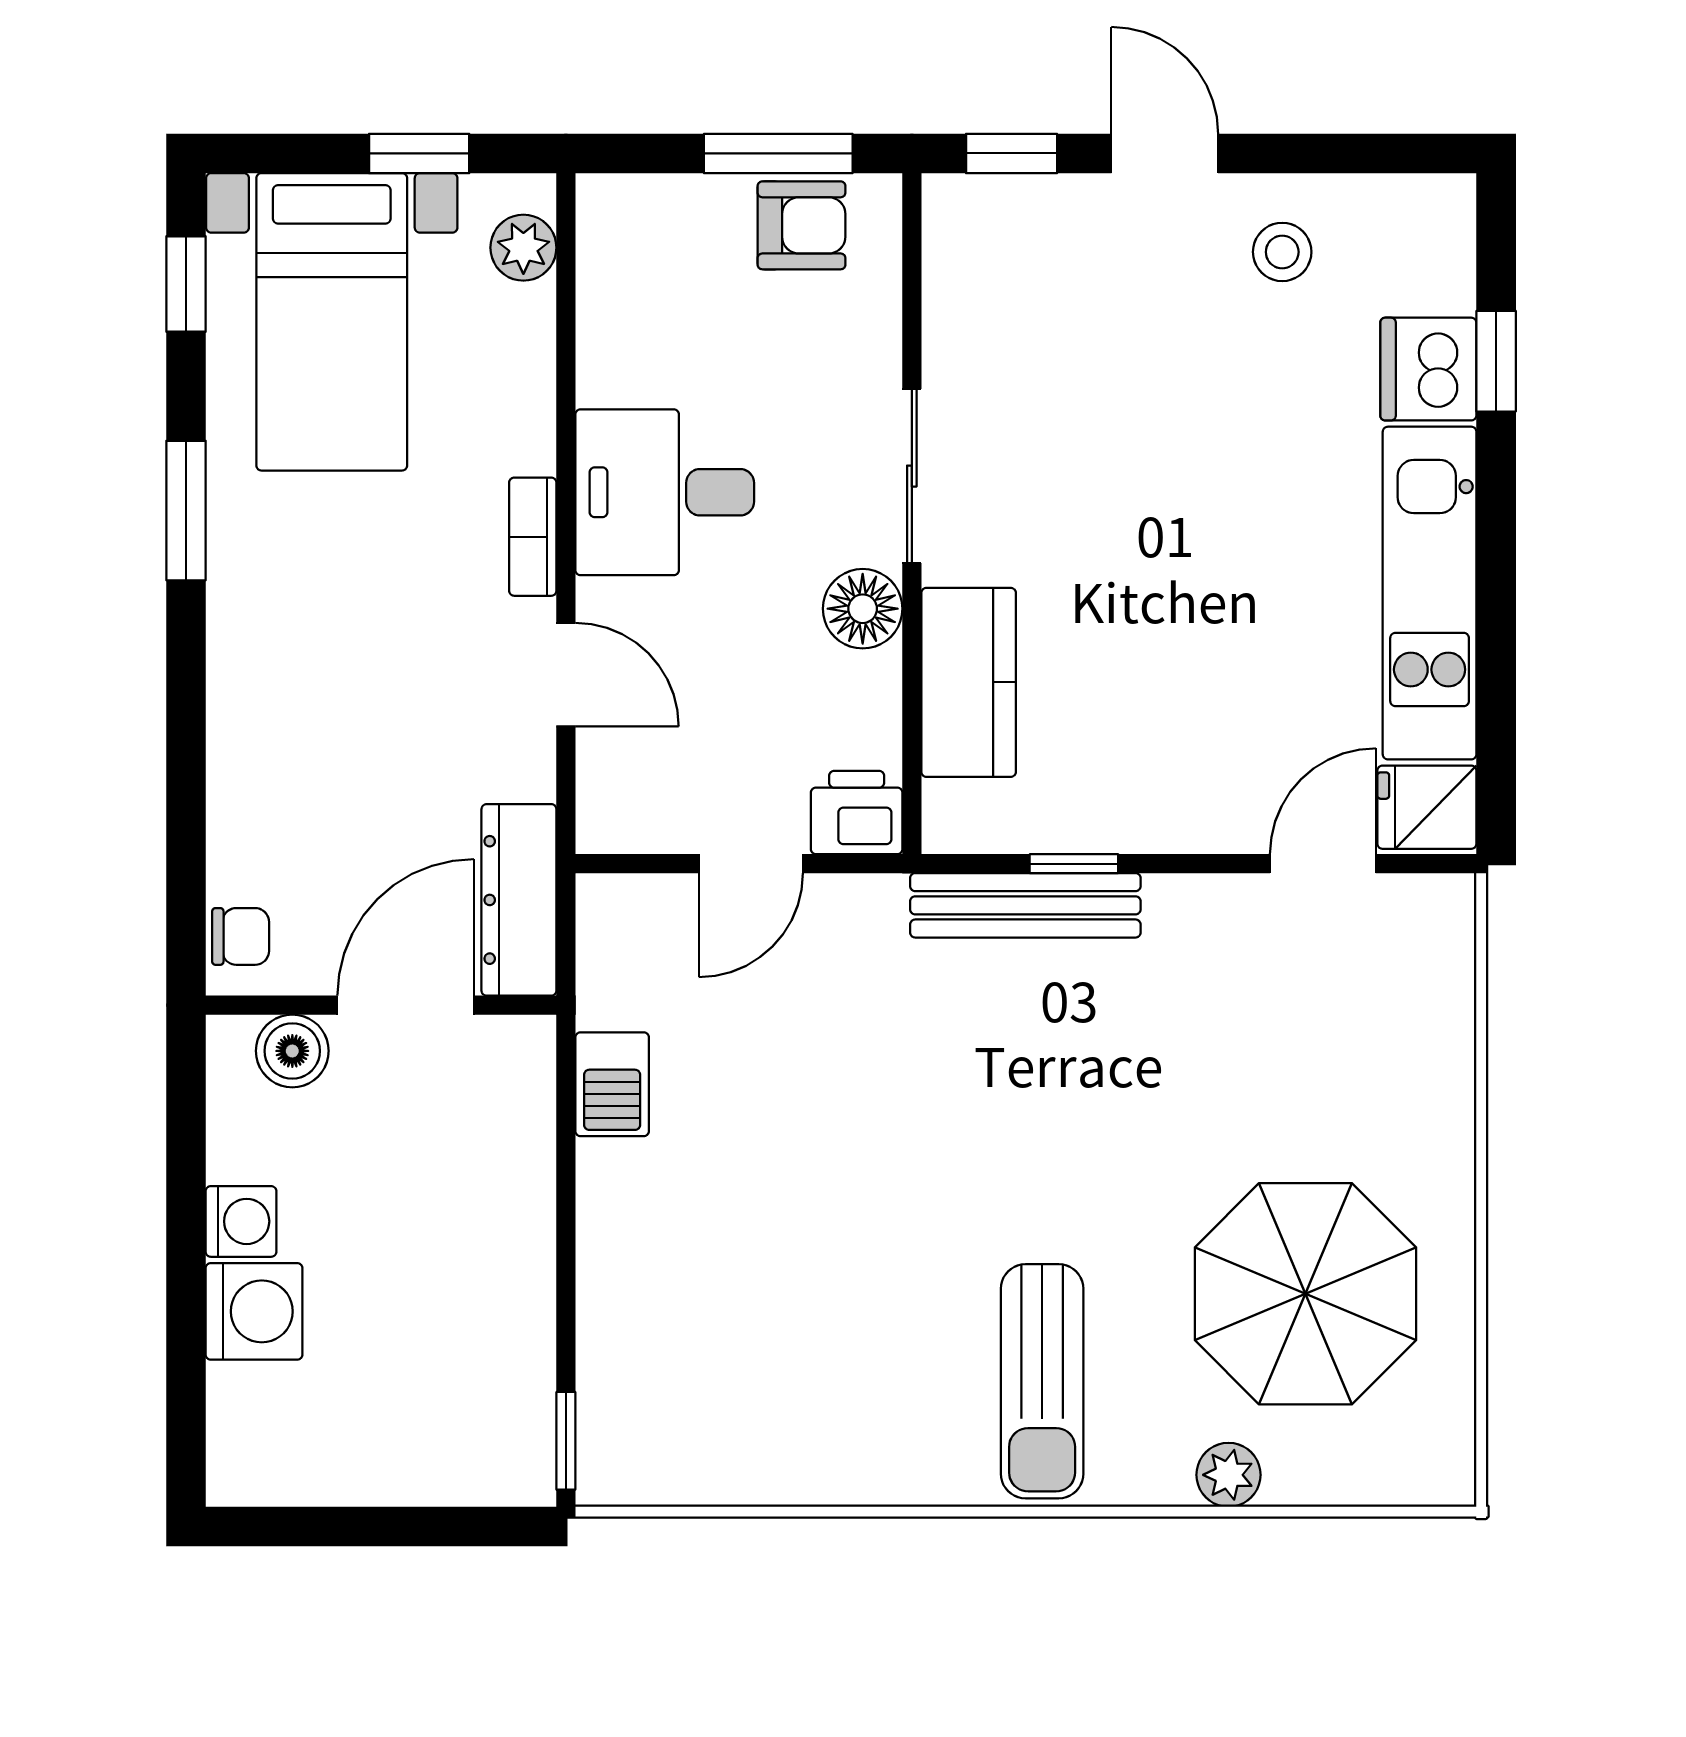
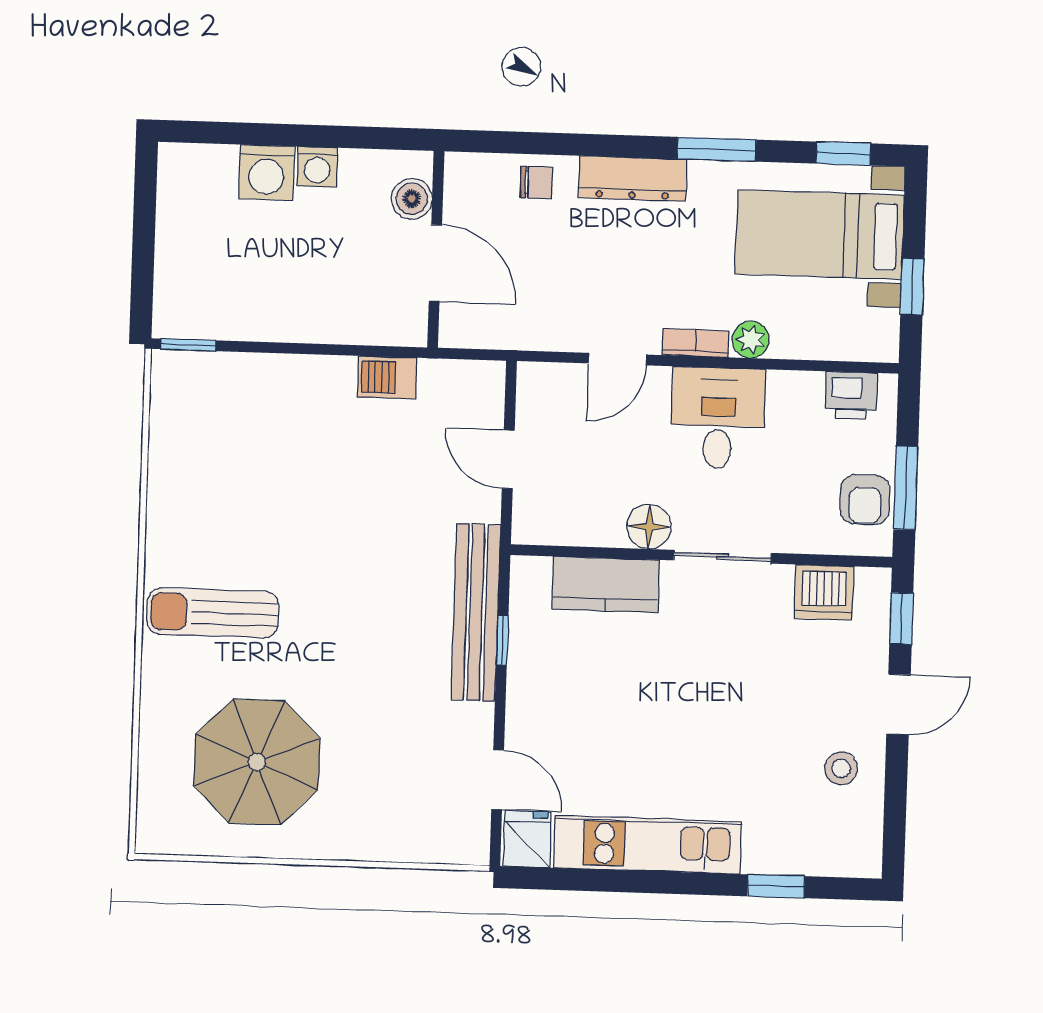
plant: (523, 248) -> (751, 340), moved
dishwasher: (1428, 369) -> (824, 592), moved, turned 180
printer: (857, 813) -> (851, 395), moved, turned 90
dresser: (519, 900) -> (633, 179), moved, turned 180
bench: (1025, 905) -> (476, 612), width x1.37, depth x1.21
chair: (241, 936) -> (536, 182), moved, turned -90
plant: (1229, 1475) -> (157, 716), removed

